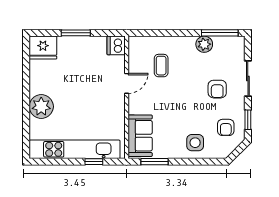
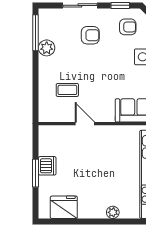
dishwasher: (116, 45) -> (47, 166), moved, turned -90
fridge: (43, 48) -> (64, 207), moved, turned -90
plant: (41, 107) -> (113, 212), width x0.53, depth x0.53

